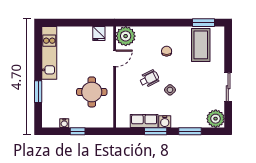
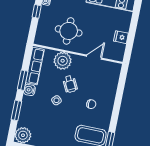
fridge: (99, 34) -> (121, 37), moved
plant: (126, 36) -> (63, 61), moved
door: (115, 58) -> (94, 57), swing flipped
row of seats: (144, 121) -> (35, 66), width x1.48

